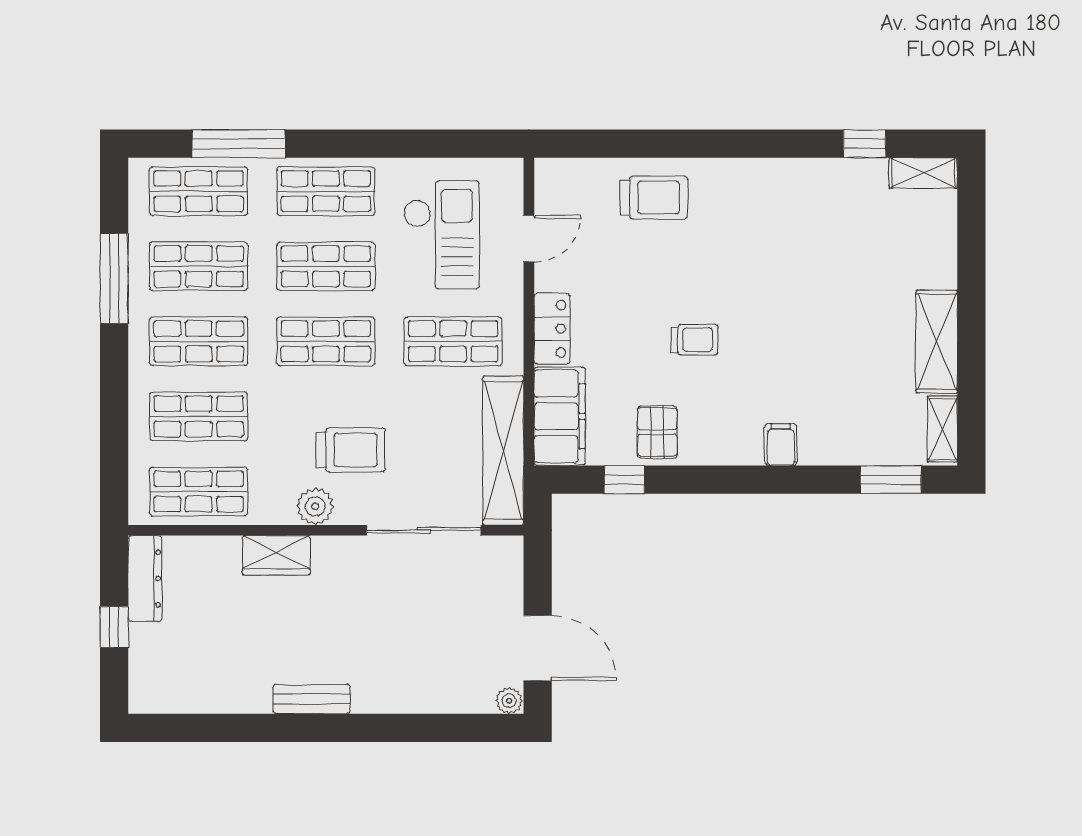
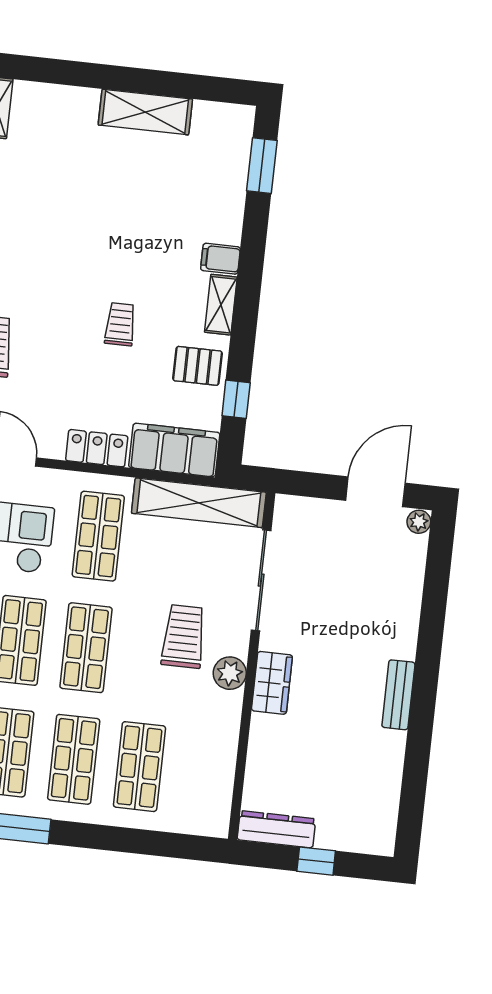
shelving: (942, 429) -> (221, 305), moved, turned 90
shop shelf: (199, 491) -> (205, 774), removed
wardrobe: (276, 555) -> (272, 683), moved

